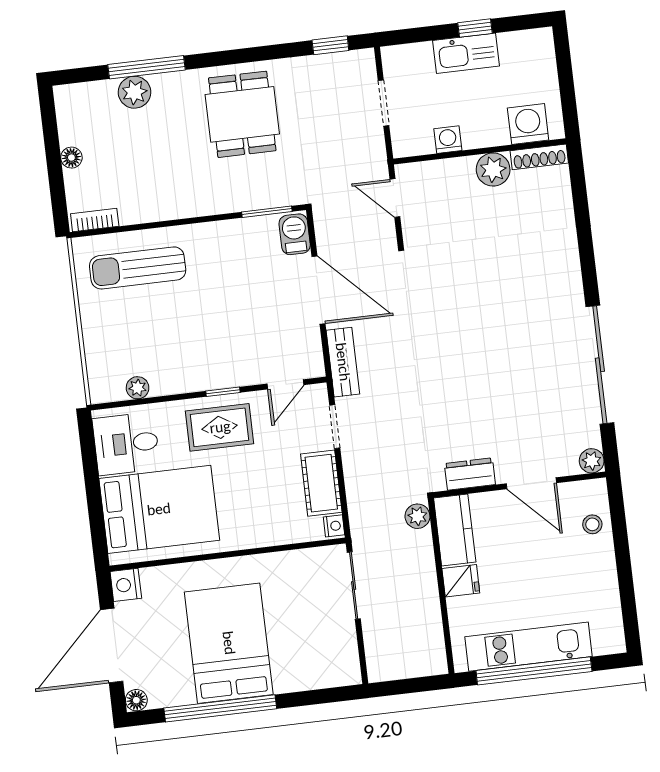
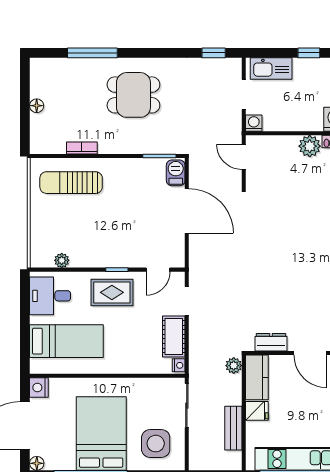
kitchen sink: (466, 53) -> (271, 68), moved
plant: (134, 92) -> (83, 68), removed
dining table: (242, 114) -> (133, 95), moved, turned 90
washing machine: (448, 140) -> (254, 123), moved
bookcase: (95, 220) -> (82, 148), moved
bench: (343, 362) -> (233, 428), moved
bed: (159, 509) -> (66, 341), width x0.67
side table: (313, 649) -> (156, 444), added

